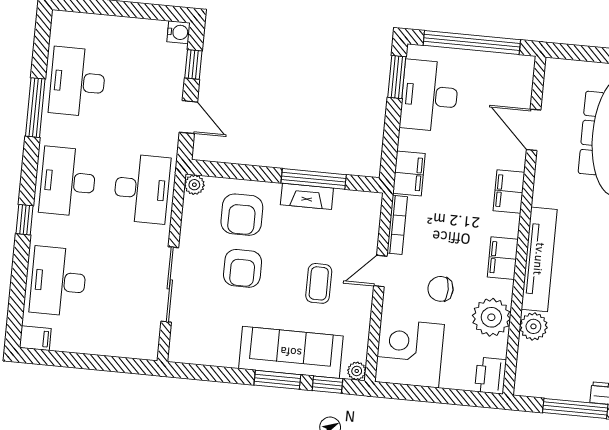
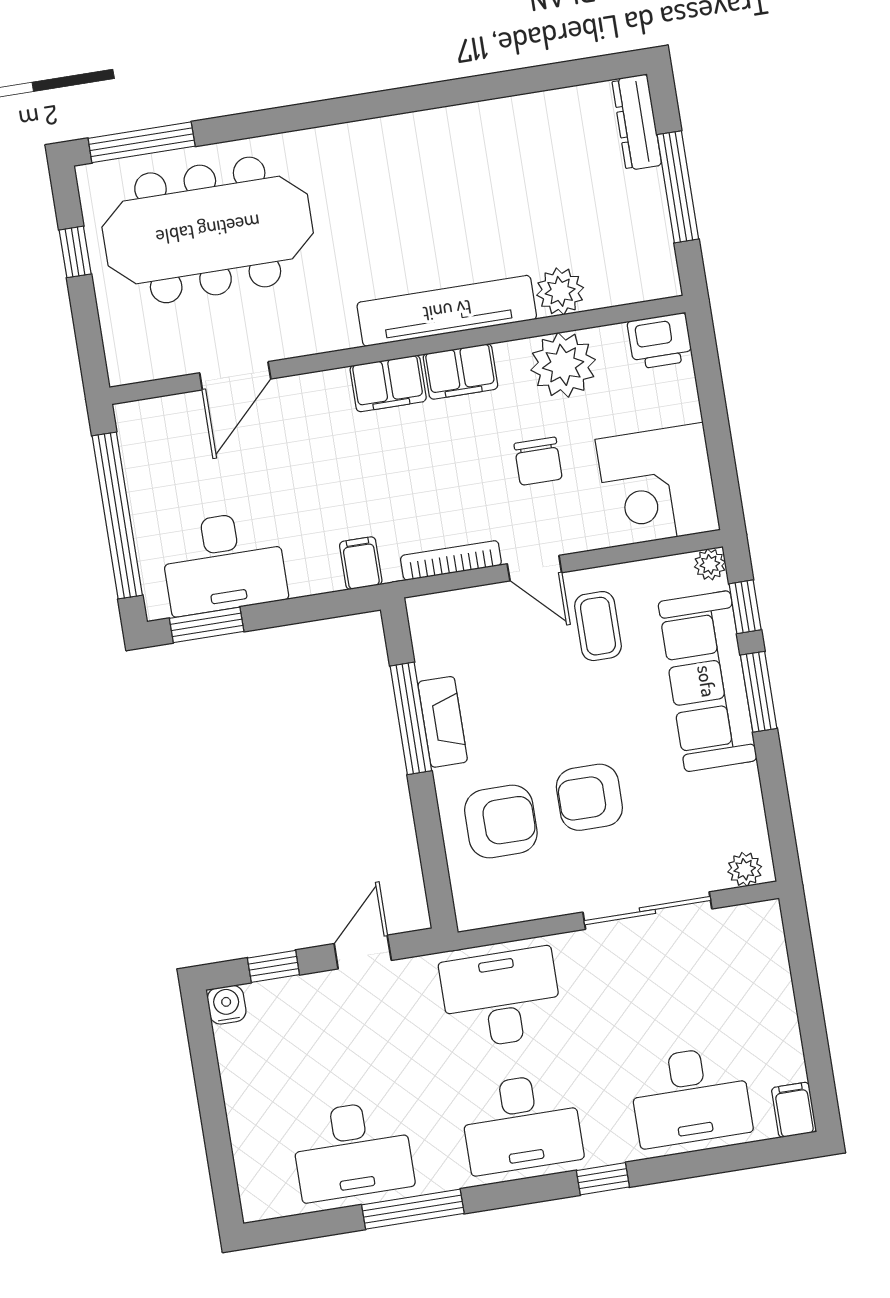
filing cabinet: (409, 173) -> (361, 563), width x0.50
plant: (194, 185) -> (745, 869), moved
filing cabinet: (509, 192) -> (388, 384), moved
armchair: (243, 268) -> (589, 797), turned 180
coffee table: (319, 283) -> (598, 626), moved, turned 90

